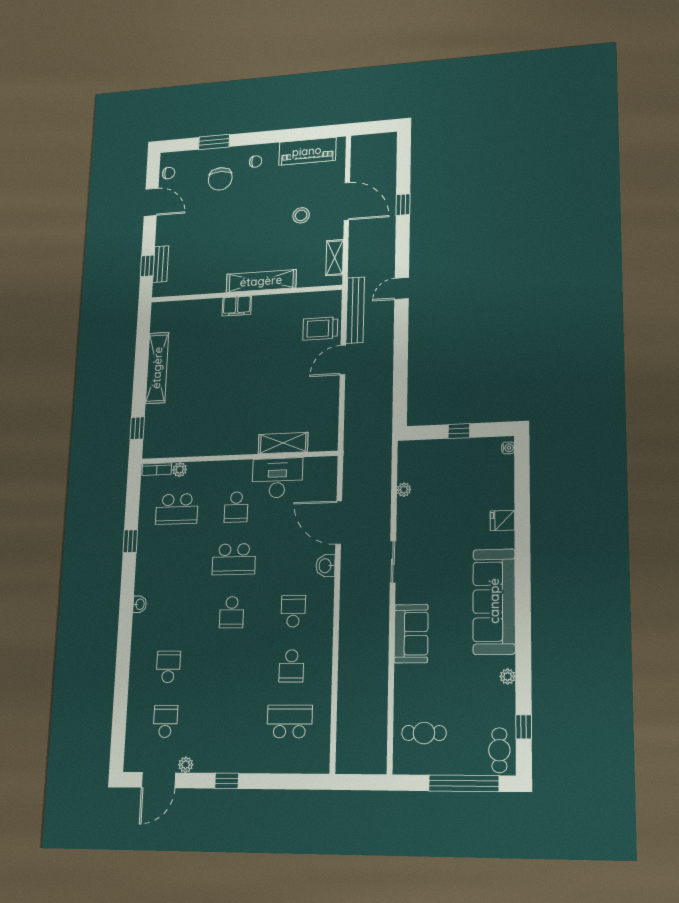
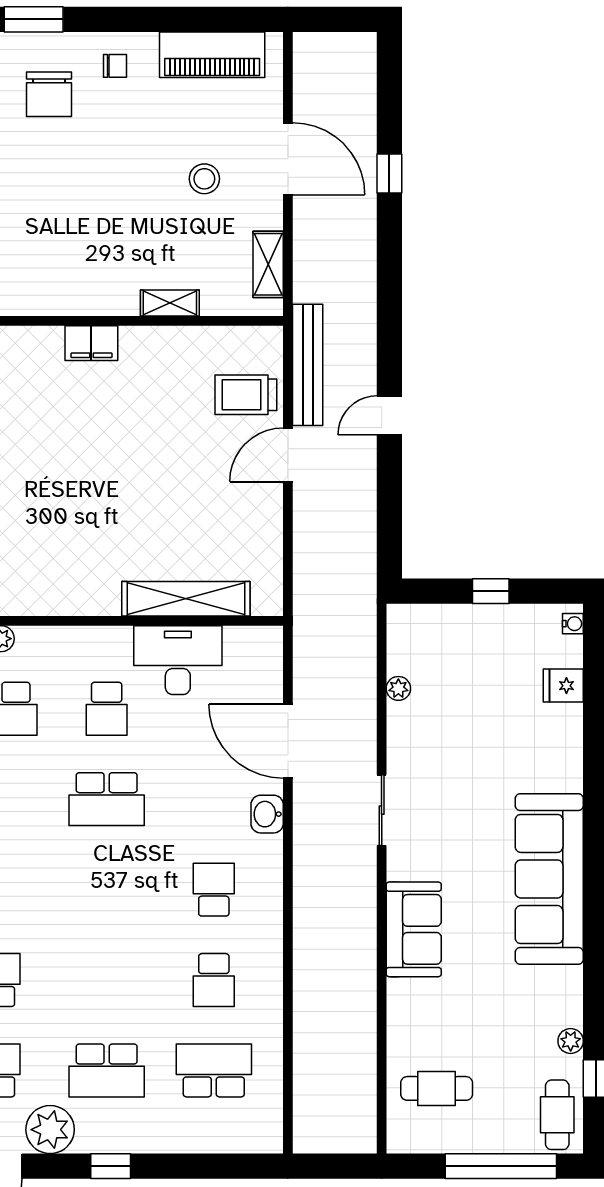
shelving: (261, 281) -> (170, 303), width x0.45, depth x0.75
door: (402, 288) -> (389, 415), moved
shelving: (283, 443) -> (186, 599), width x1.47
fridge: (503, 520) -> (563, 686), moved
school desk: (232, 612) -> (107, 1070), moved, width x1.85
plant: (508, 676) -> (571, 1041), moved
plant: (186, 765) -> (50, 1130), width x1.87, depth x1.87

